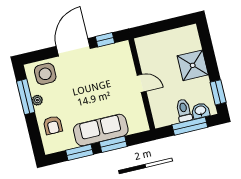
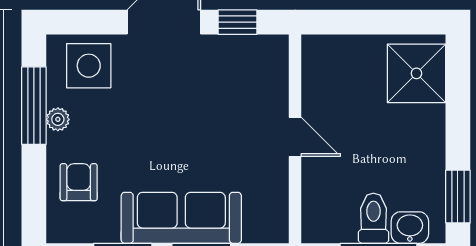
shower: (193, 65) -> (416, 73), moved
armchair: (53, 125) -> (79, 182), turned 180

